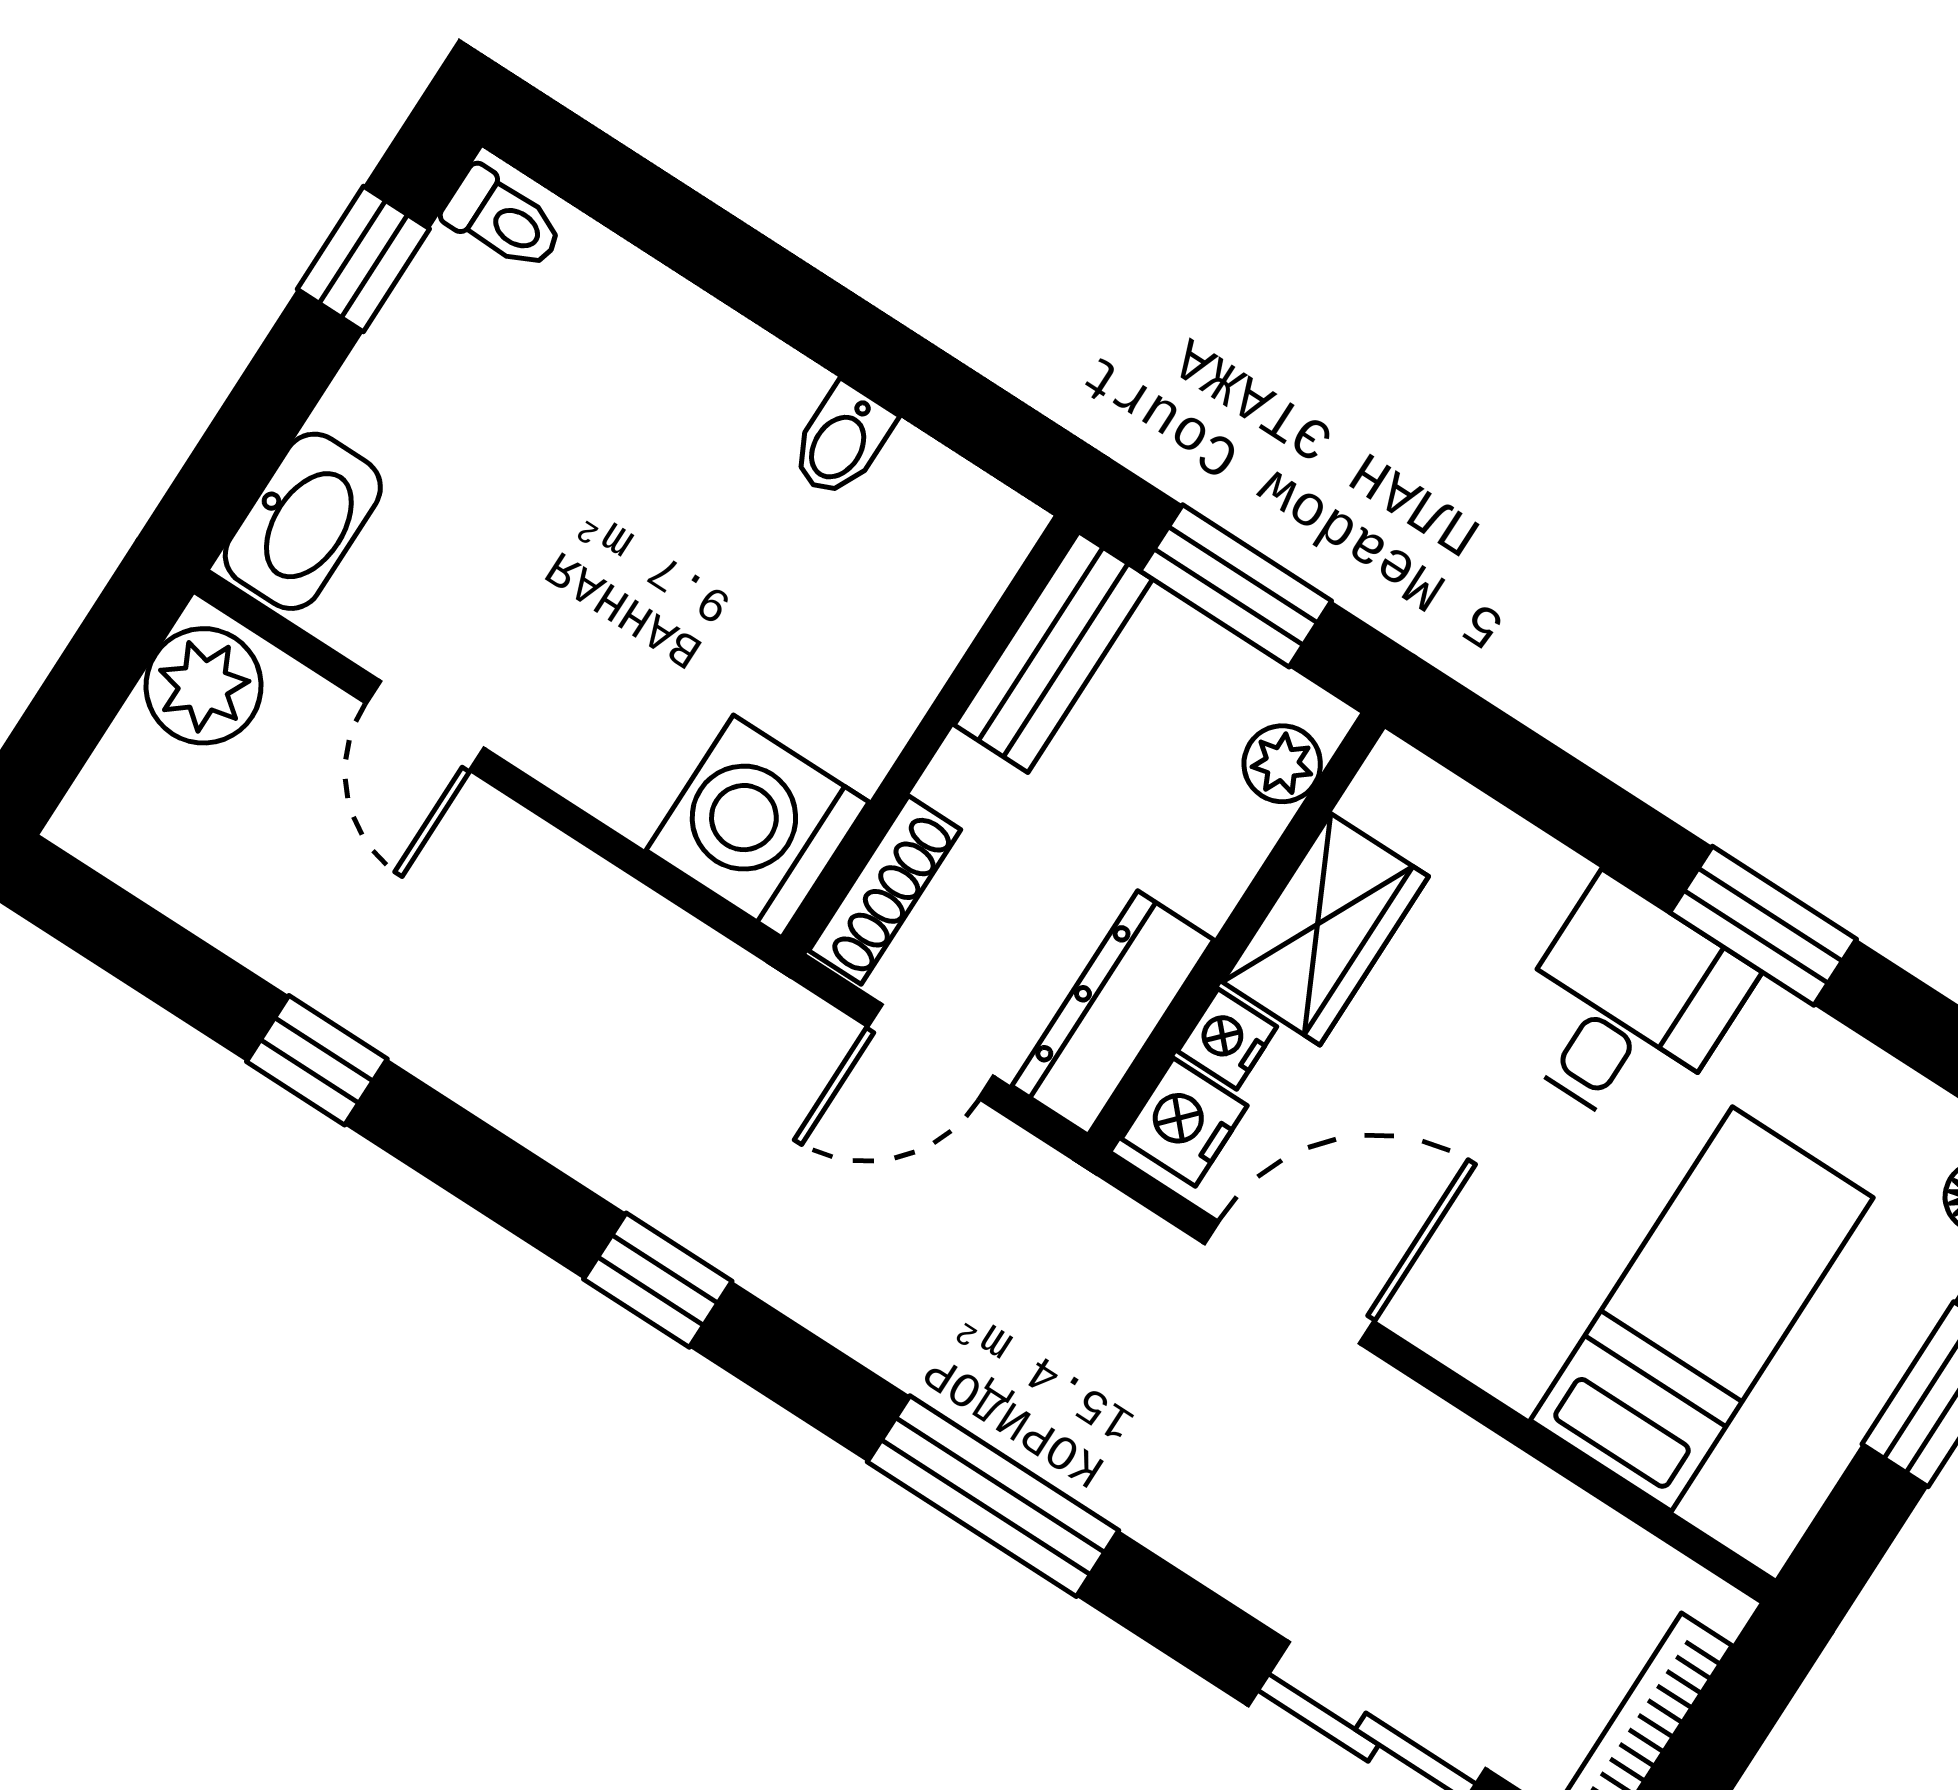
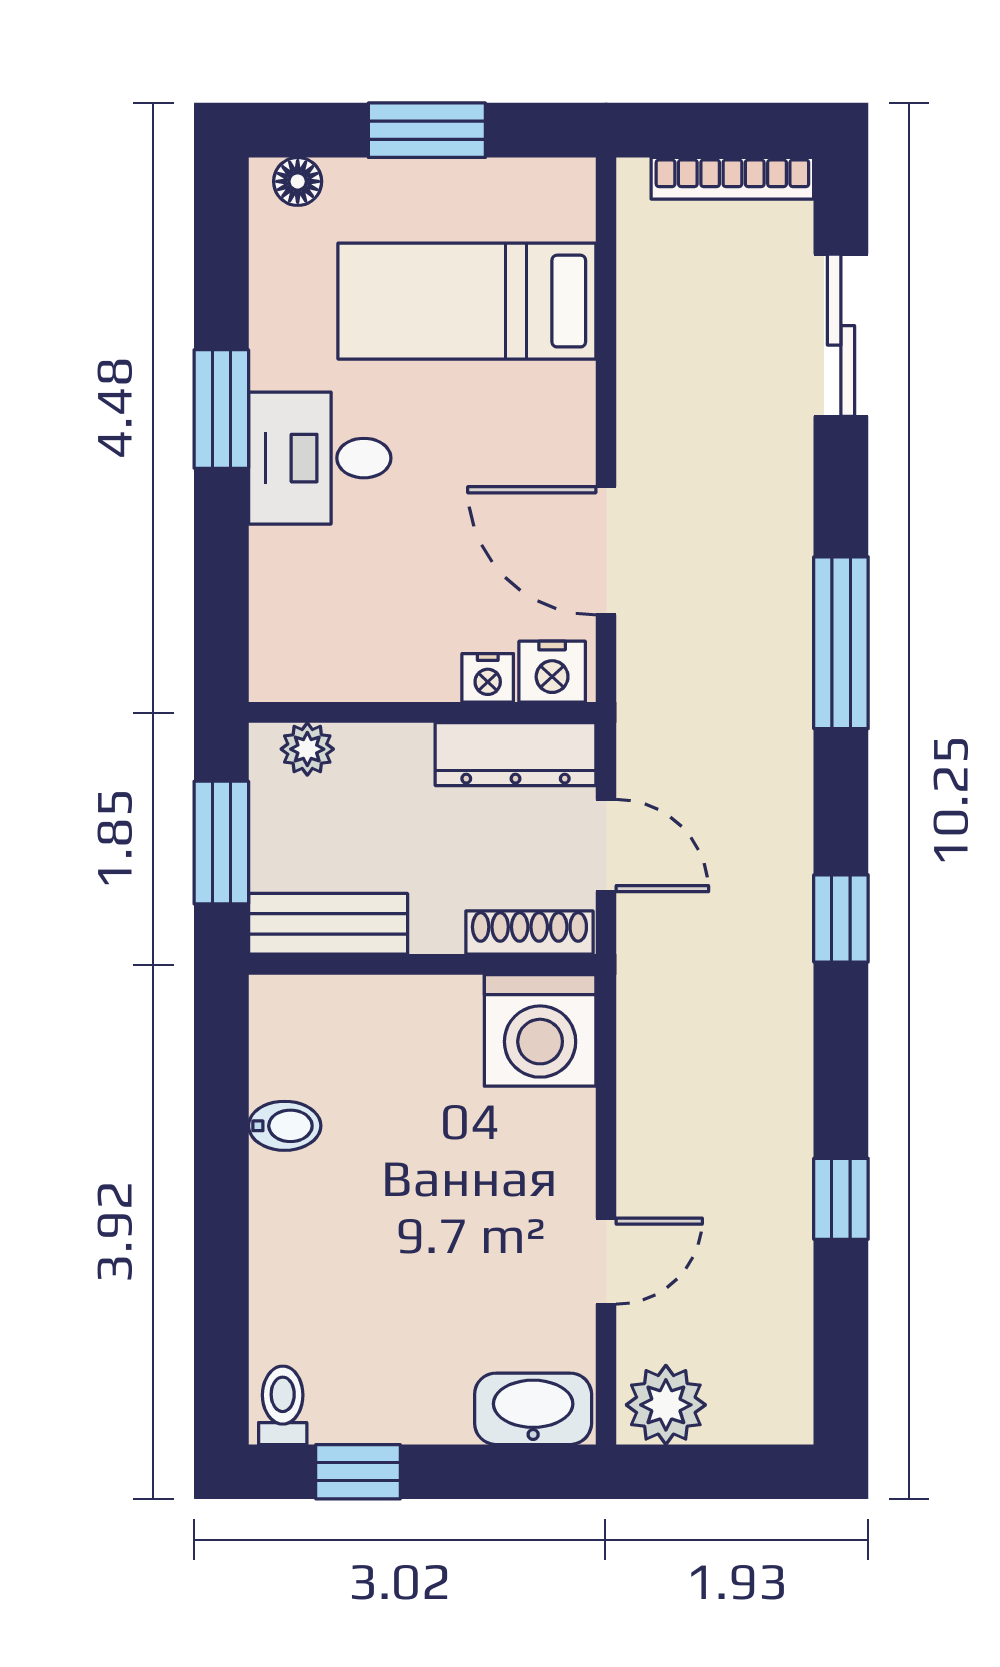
wardrobe: (1325, 929) -> (387, 662), removed

